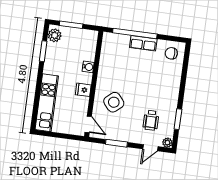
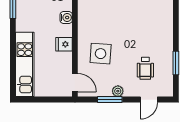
side table: (114, 102) -> (101, 54), turned 45
plant: (167, 143) -> (118, 91), moved

